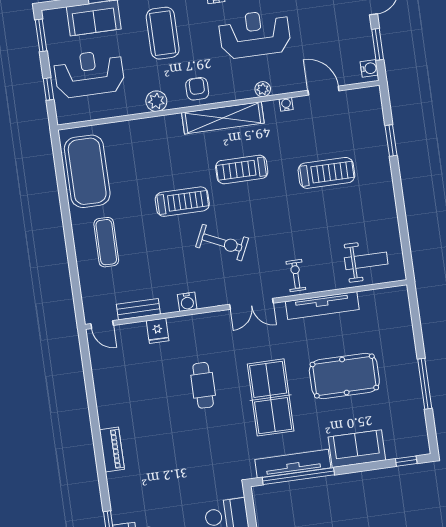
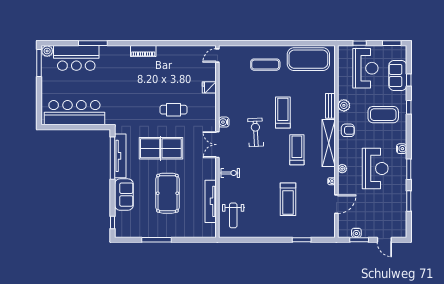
water cooler: (369, 68) -> (356, 233), moved
treadmill: (182, 202) -> (283, 112), turned 180
exercise bike: (222, 243) -> (256, 132), turned 152
water cooler: (187, 302) -> (224, 122), moved
tv unit: (322, 305) -> (211, 201), moved
bench: (138, 309) -> (330, 106), moved

